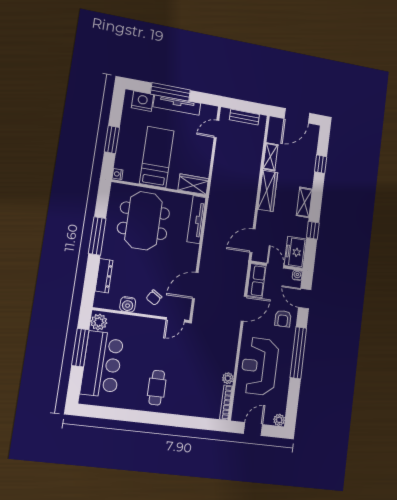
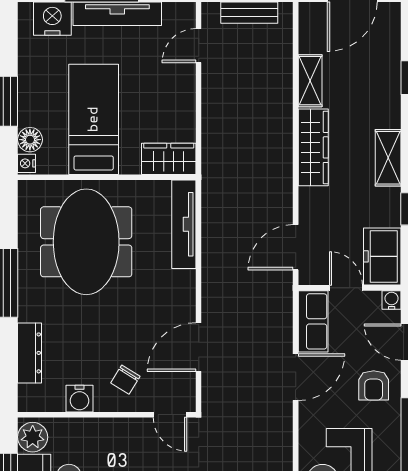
floor lamp: (121, 162) -> (30, 140), added
door: (175, 320) -> (170, 415), hinge flipped

